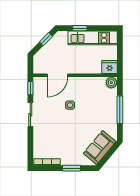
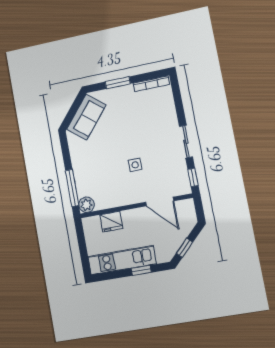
fridge: (110, 67) -> (111, 222), moved
door: (57, 75) -> (160, 202), swing flipped
window: (120, 110) -> (72, 188), moved

